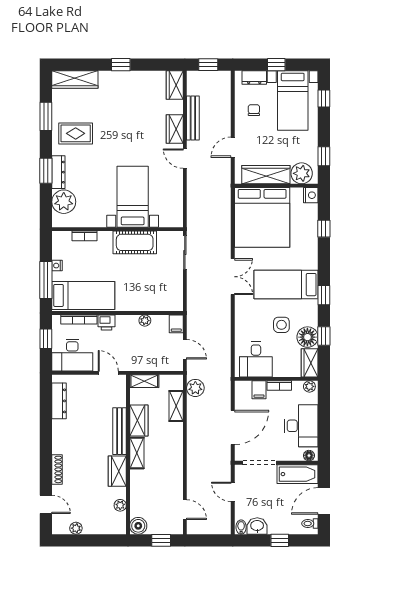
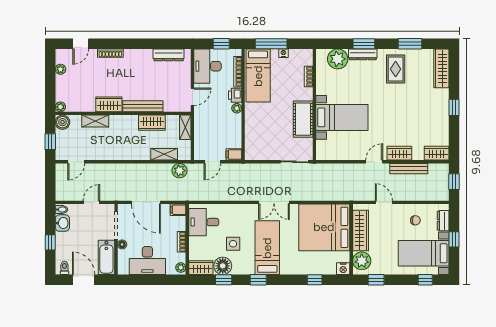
plant: (145, 321) -> (237, 108), moved
filing cabinet: (259, 390) -> (178, 210), moved
shelving: (137, 453) -> (95, 121), moved
floor lamp: (309, 456) -> (122, 244), moved
plant: (120, 505) -> (60, 107), moved

